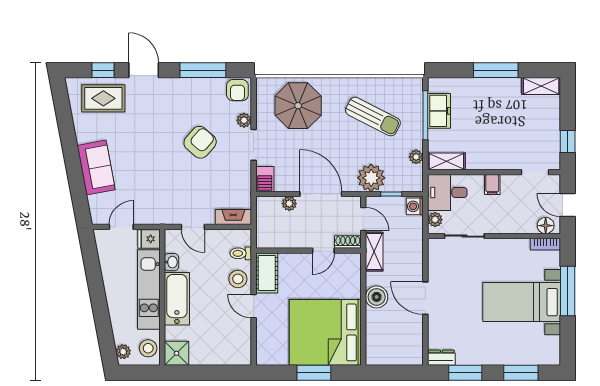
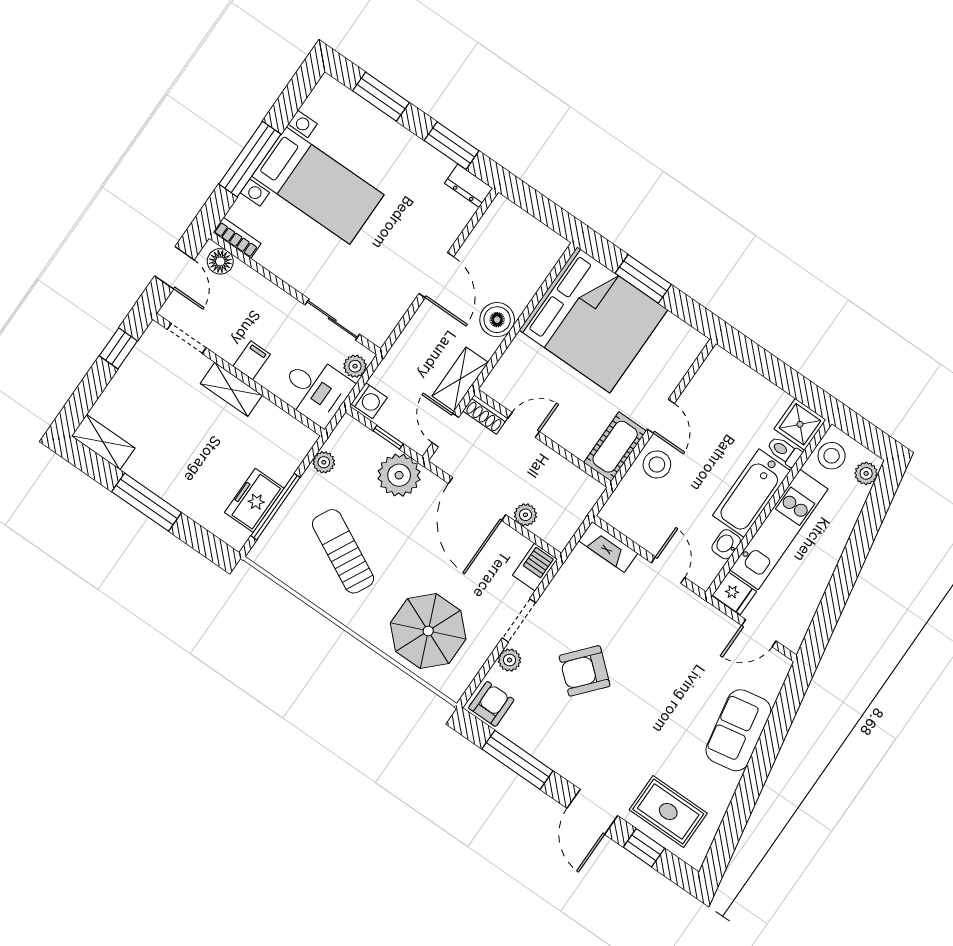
shelving: (446, 161) -> (231, 389), moved
toilet: (241, 253) -> (784, 451), moved, turned 180

